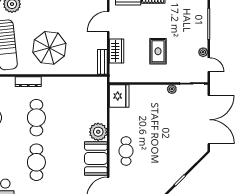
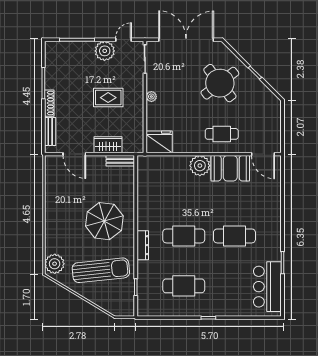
plant: (203, 52) -> (105, 51), width x1.88, depth x1.88
plant: (172, 89) -> (151, 97), moved
round table: (171, 149) -> (220, 83), added

